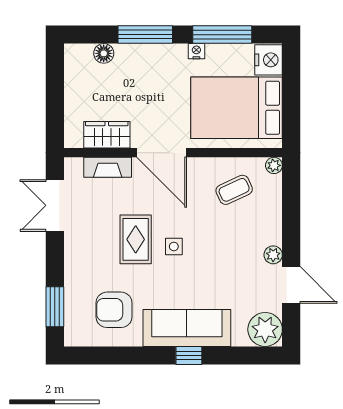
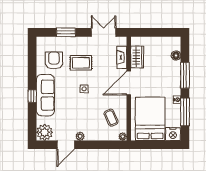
rug: (136, 239) -> (81, 63), moved
window: (55, 307) -> (66, 32), moved

